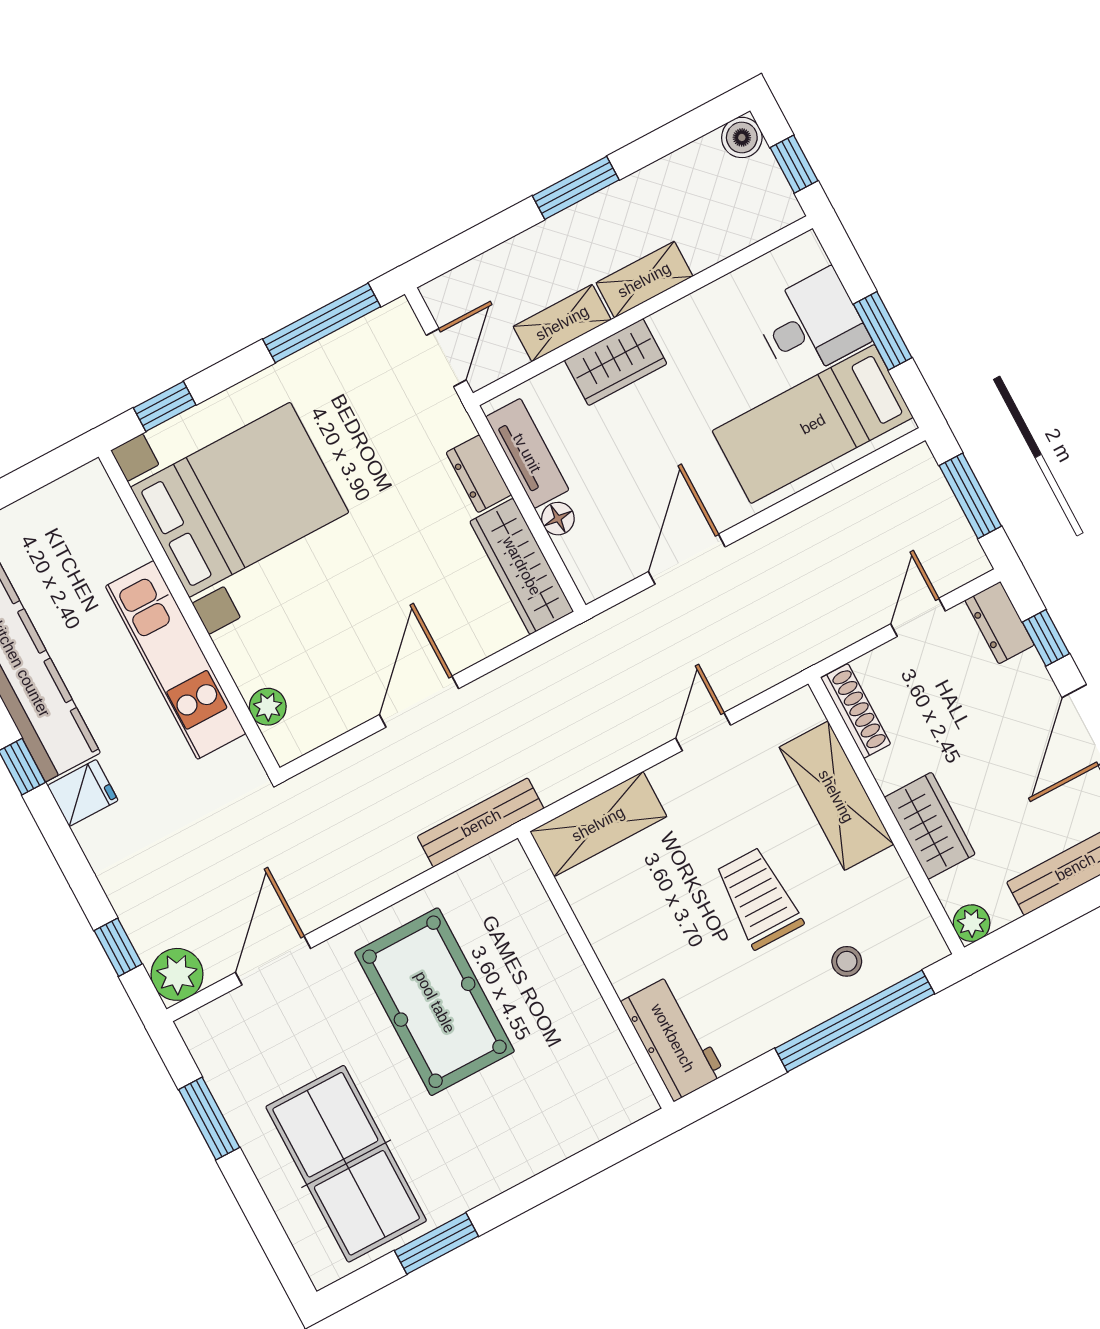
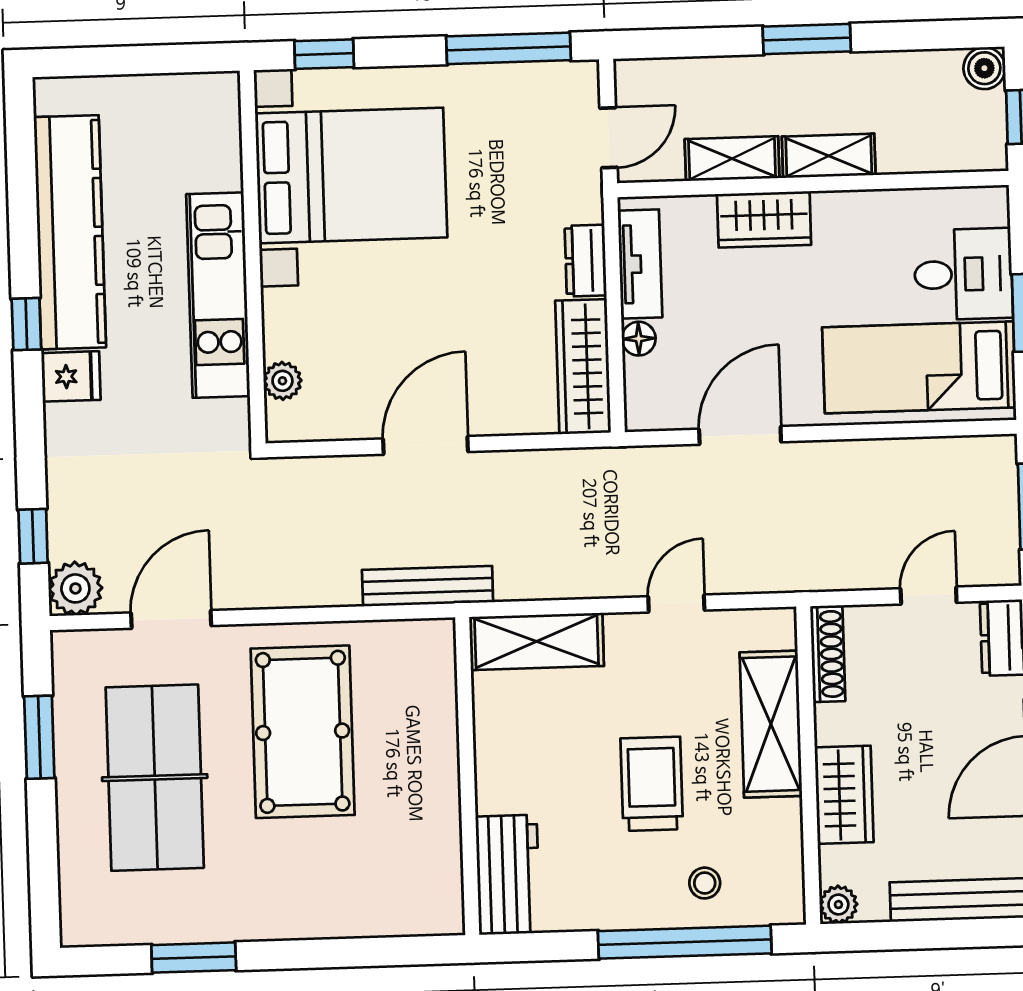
table tennis table: (346, 1164) -> (155, 778), moved

